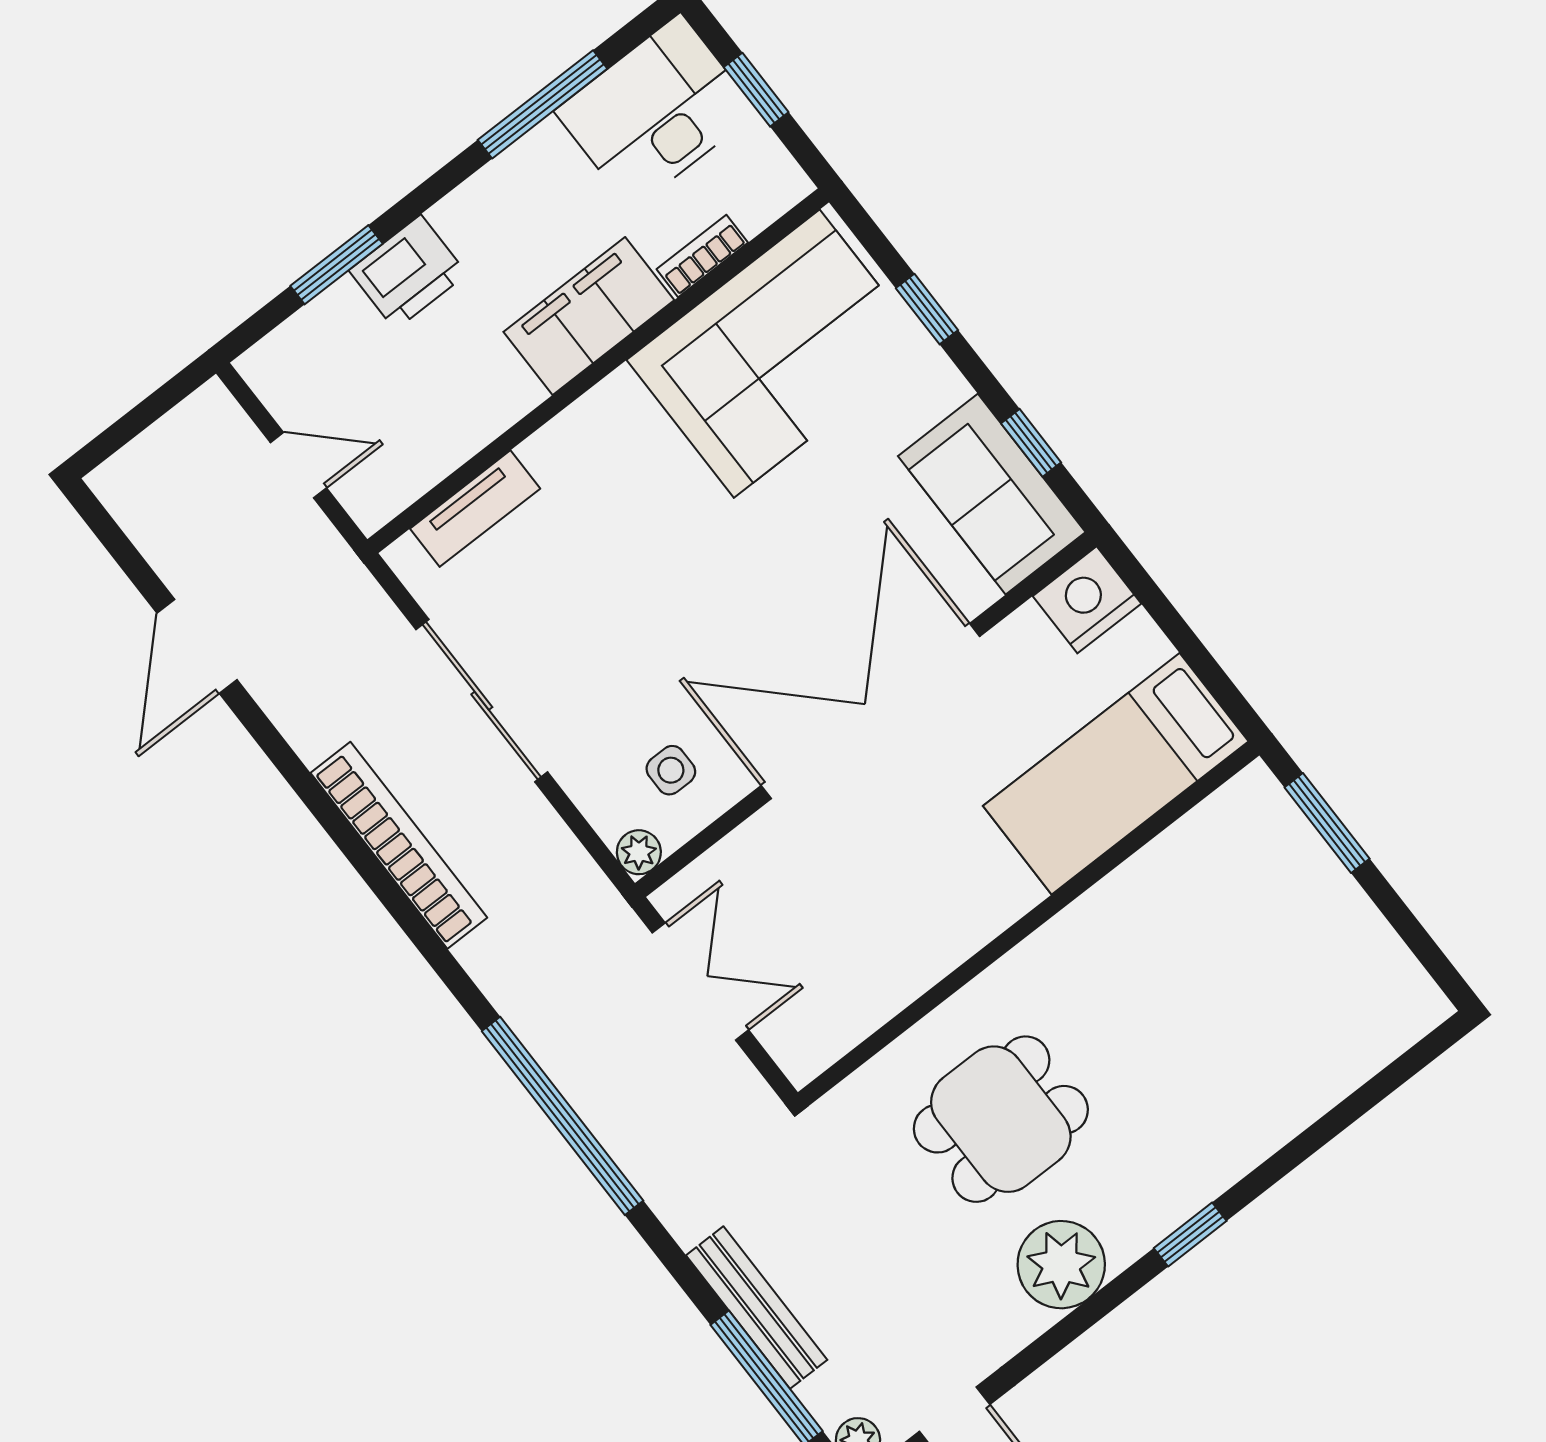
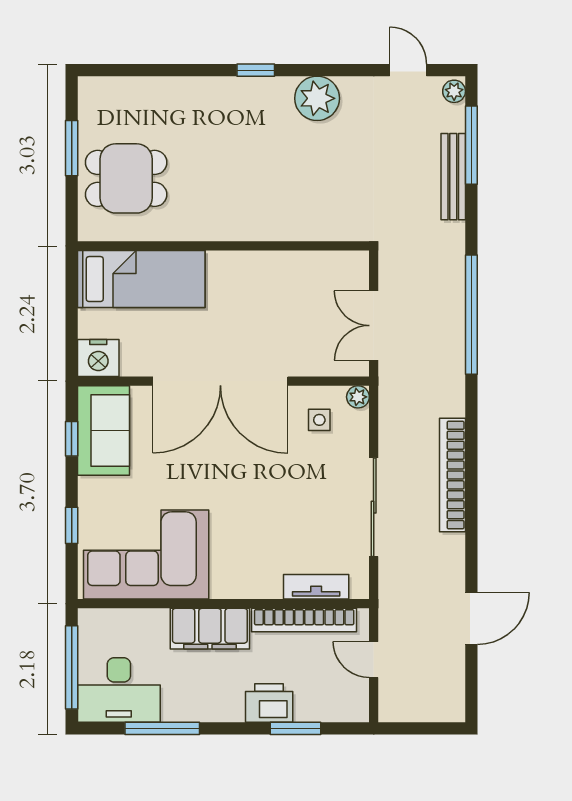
window: (756, 90) -> (72, 667), width x2.17
bookcase: (702, 256) -> (304, 620), moved, width x2.31, depth x1.31
window: (1327, 823) -> (72, 148), moved
dining table: (1001, 1119) -> (126, 178), moved

